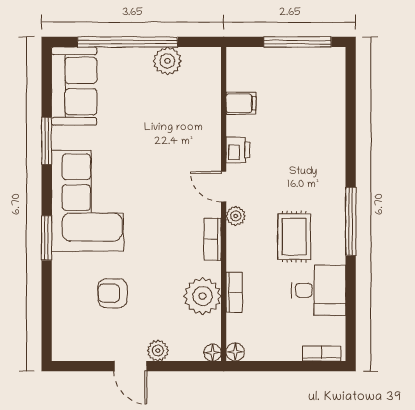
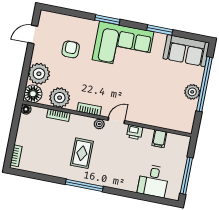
plant: (167, 61) -> (192, 92), moved
rug: (294, 237) -> (82, 153), turned 90
desk: (319, 290) -> (153, 181), moved
plant: (158, 351) -> (39, 74), width x1.88, depth x1.88
floor lamp: (213, 353) -> (33, 94), width x1.89, depth x1.89
door: (130, 366) -> (33, 34), moved

